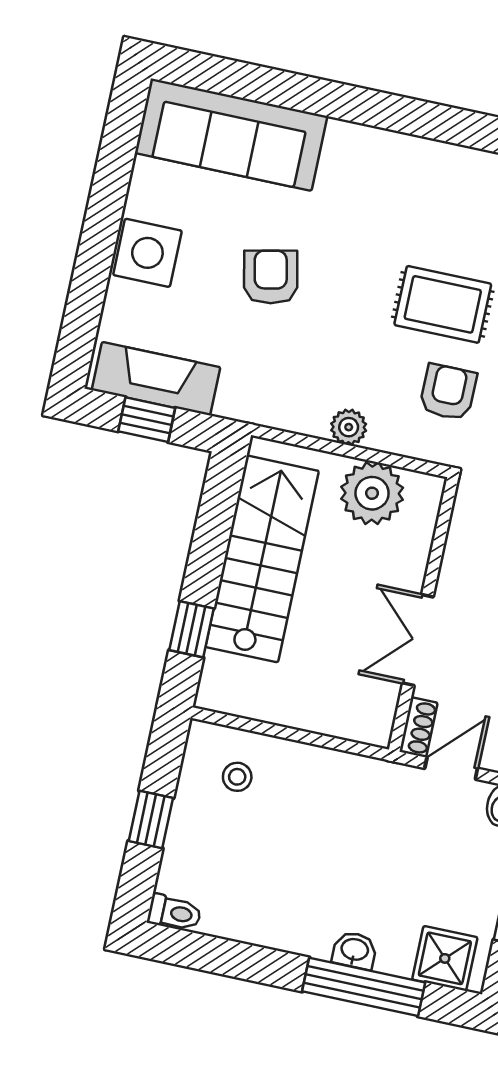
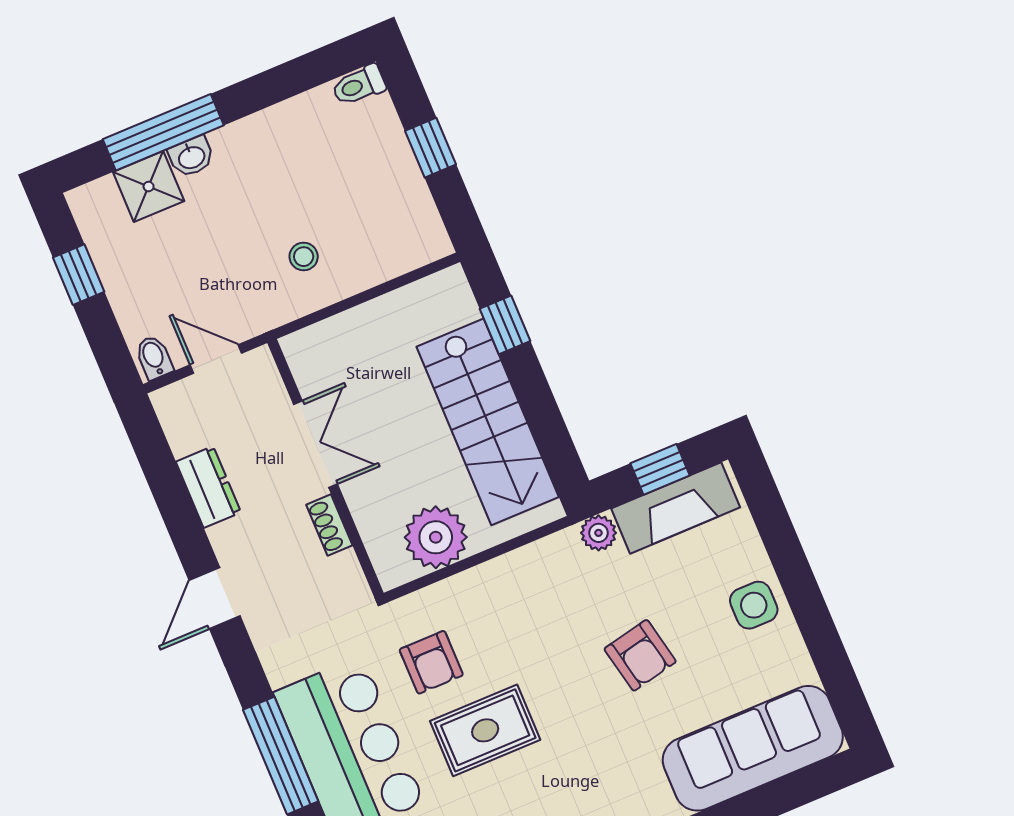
side table: (147, 253) -> (754, 605), width x0.73, depth x0.73
plant: (349, 427) -> (599, 533), moved
shoe rack: (418, 727) -> (329, 525), moved
door: (451, 768) -> (216, 359), swing flipped
stool: (237, 777) -> (304, 257), moved
shower: (445, 958) -> (149, 187), moved

